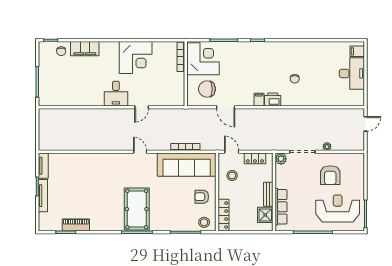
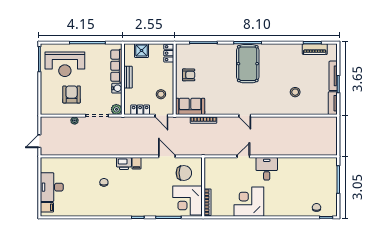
filing cabinet: (85, 49) -> (295, 210), removed
sofa: (187, 165) -> (190, 106), width x0.54, depth x0.79
water cooler: (281, 182) -> (117, 88), added
locker: (223, 215) -> (169, 53), width x0.66
shower: (265, 215) -> (142, 51), moved
stool: (204, 222) -> (295, 92), moved
piano: (76, 225) -> (315, 49), moved

